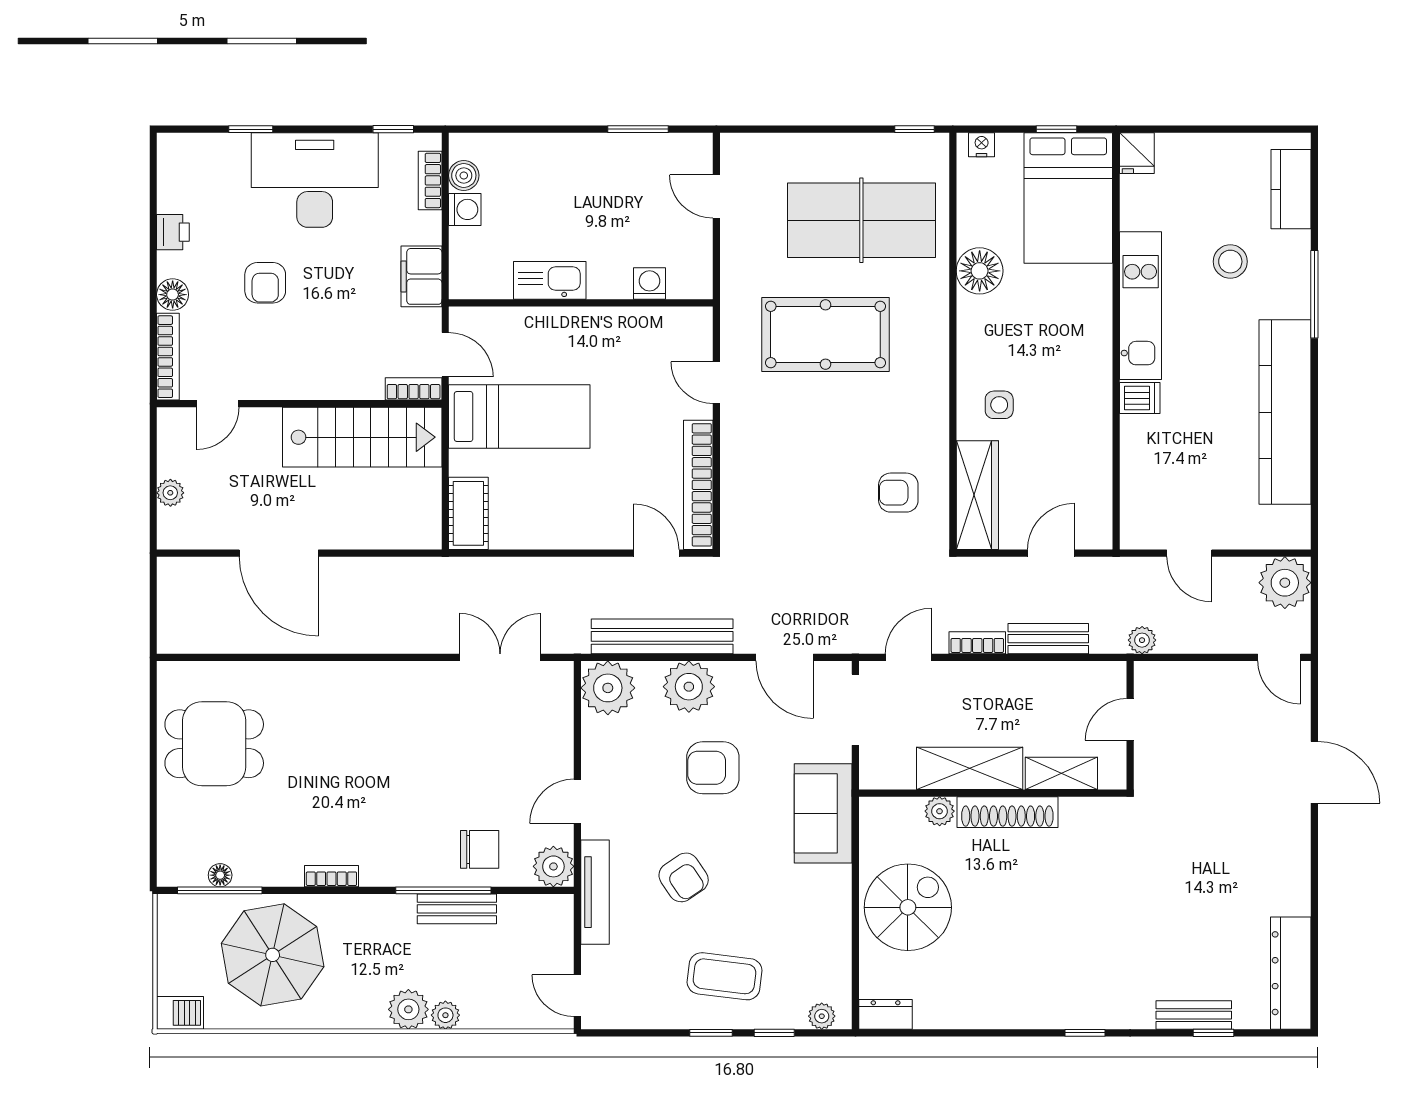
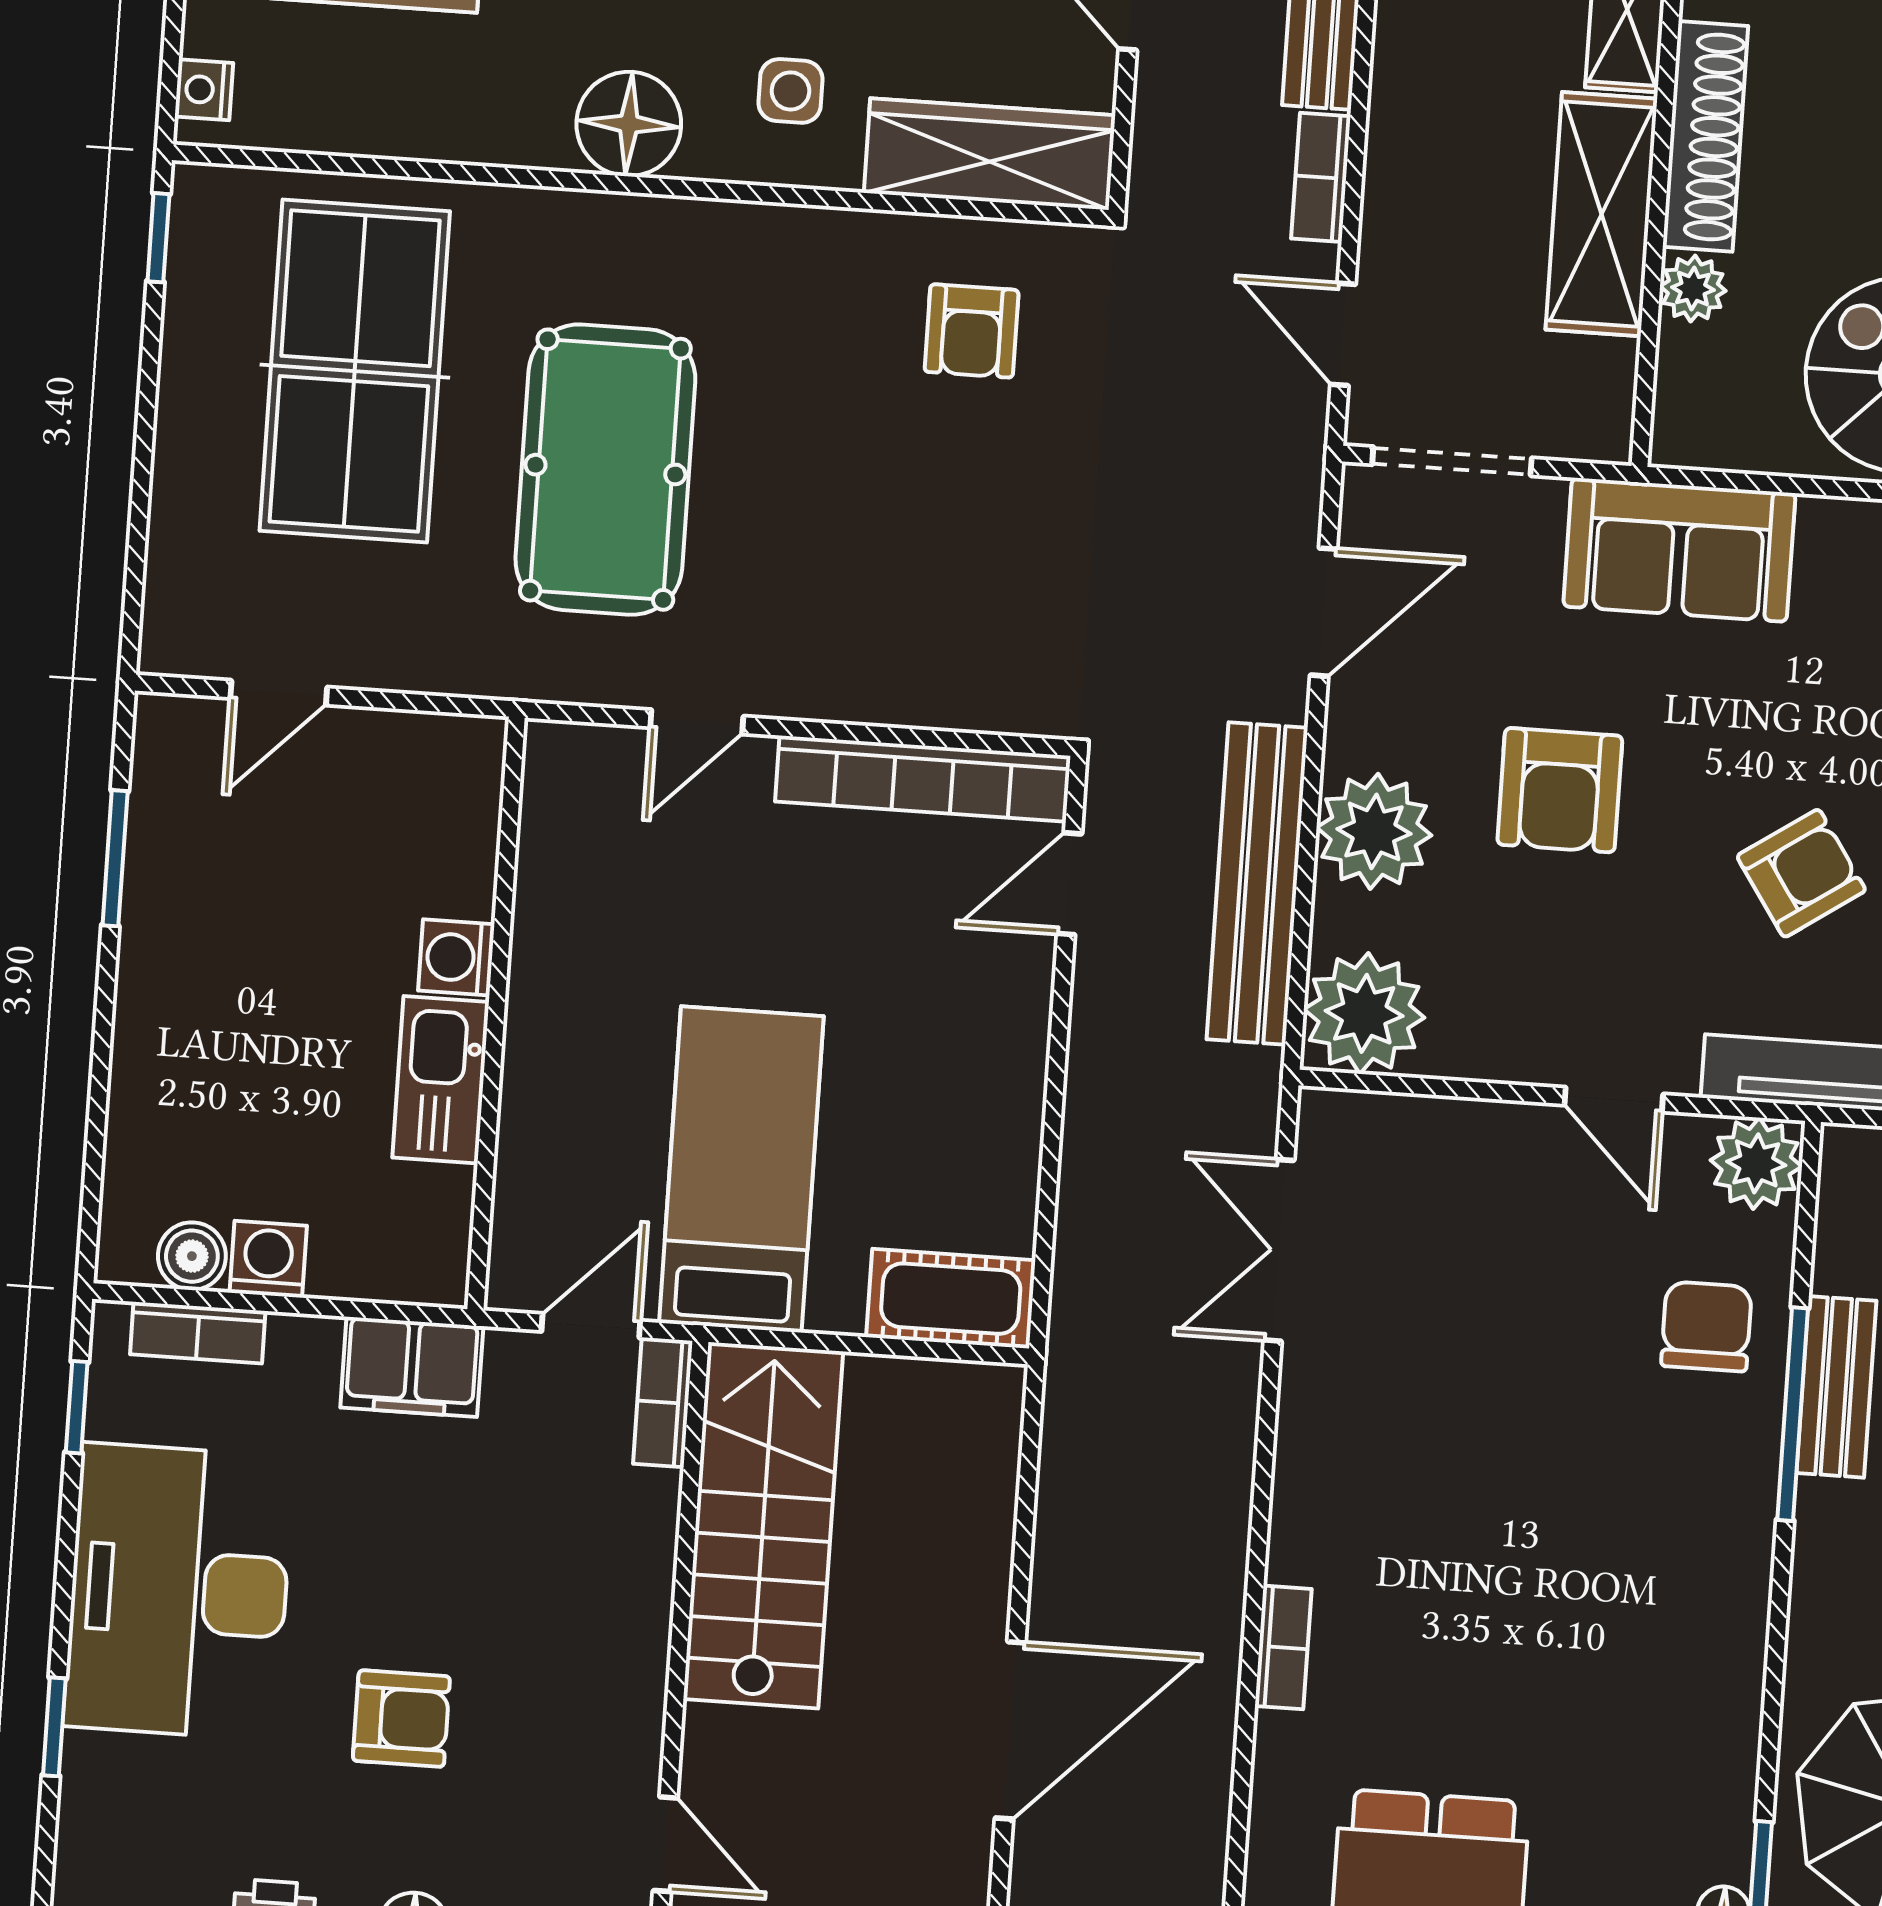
floor lamp: (980, 271) -> (629, 124), moved
washing machine: (650, 283) -> (456, 957), moved
bookcase: (331, 876) -> (1283, 1647), moved, turned 180

